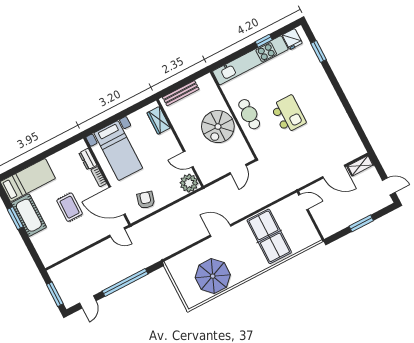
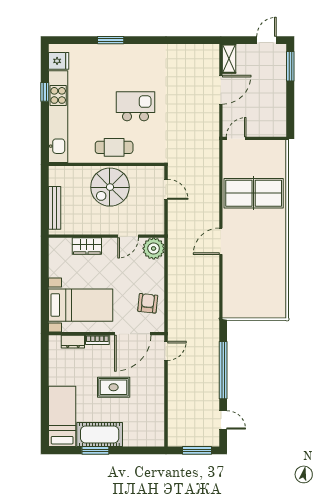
window: (319, 52) -> (111, 40), moved
wardrobe: (159, 120) -> (87, 246), moved
spiral stairs: (218, 127) -> (110, 187), turned 90
armchair: (146, 200) -> (148, 303), turned 80
window: (361, 223) -> (290, 66), moved
parasol: (213, 276) -> (264, 274), removed

